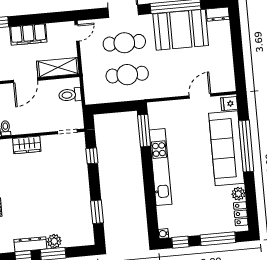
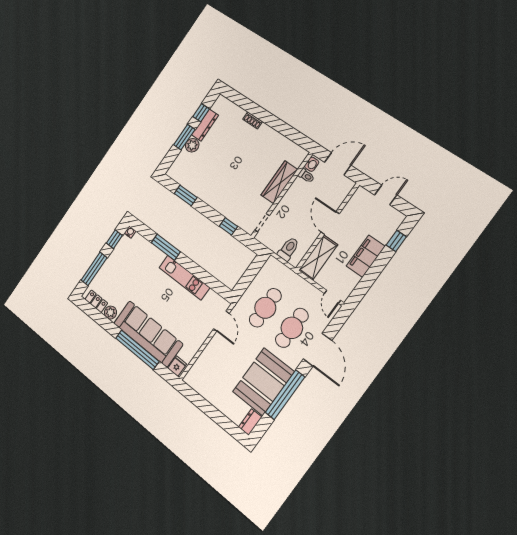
door: (200, 96) -> (221, 321), moved
window: (144, 131) -> (166, 247), moved
wardrobe: (27, 145) -> (279, 182), width x1.50
kitchen unit: (161, 167) -> (184, 278), width x0.73

